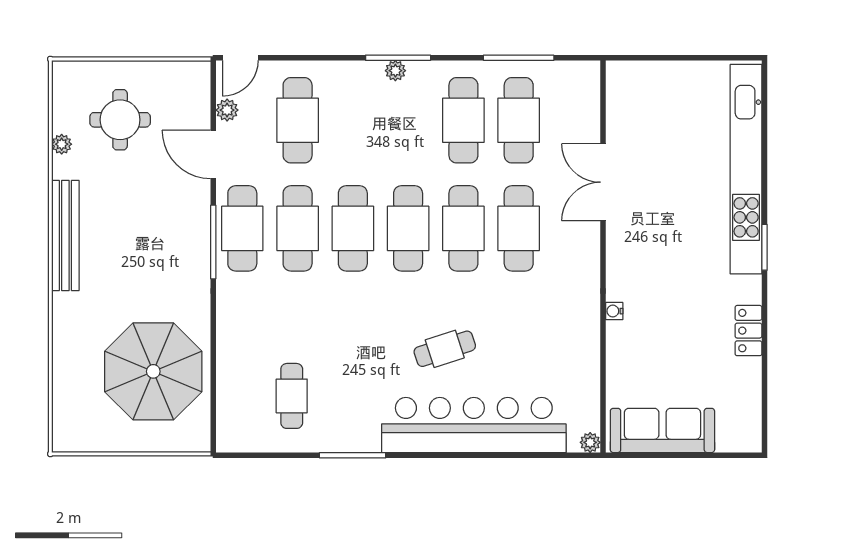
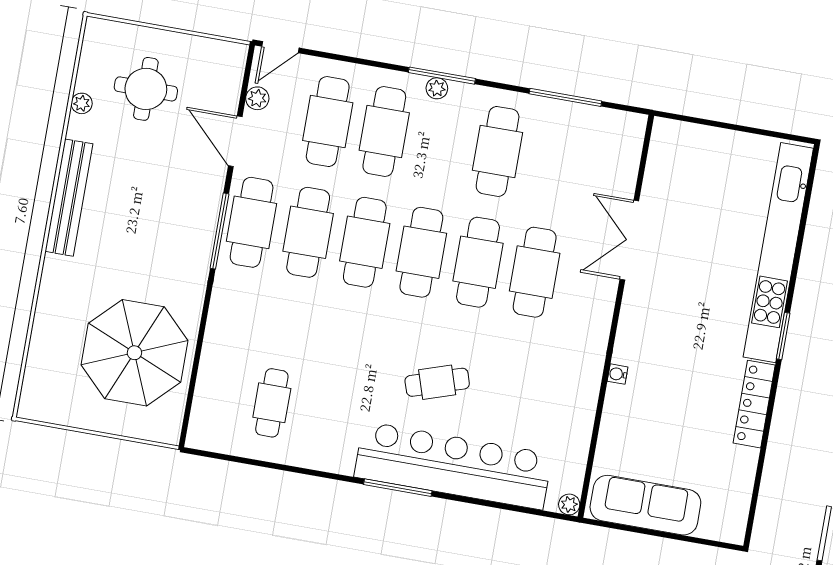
cafe table: (519, 120) -> (384, 132), moved
locker: (748, 331) -> (754, 404), width x1.53
window: (353, 455) -> (398, 488), moved

